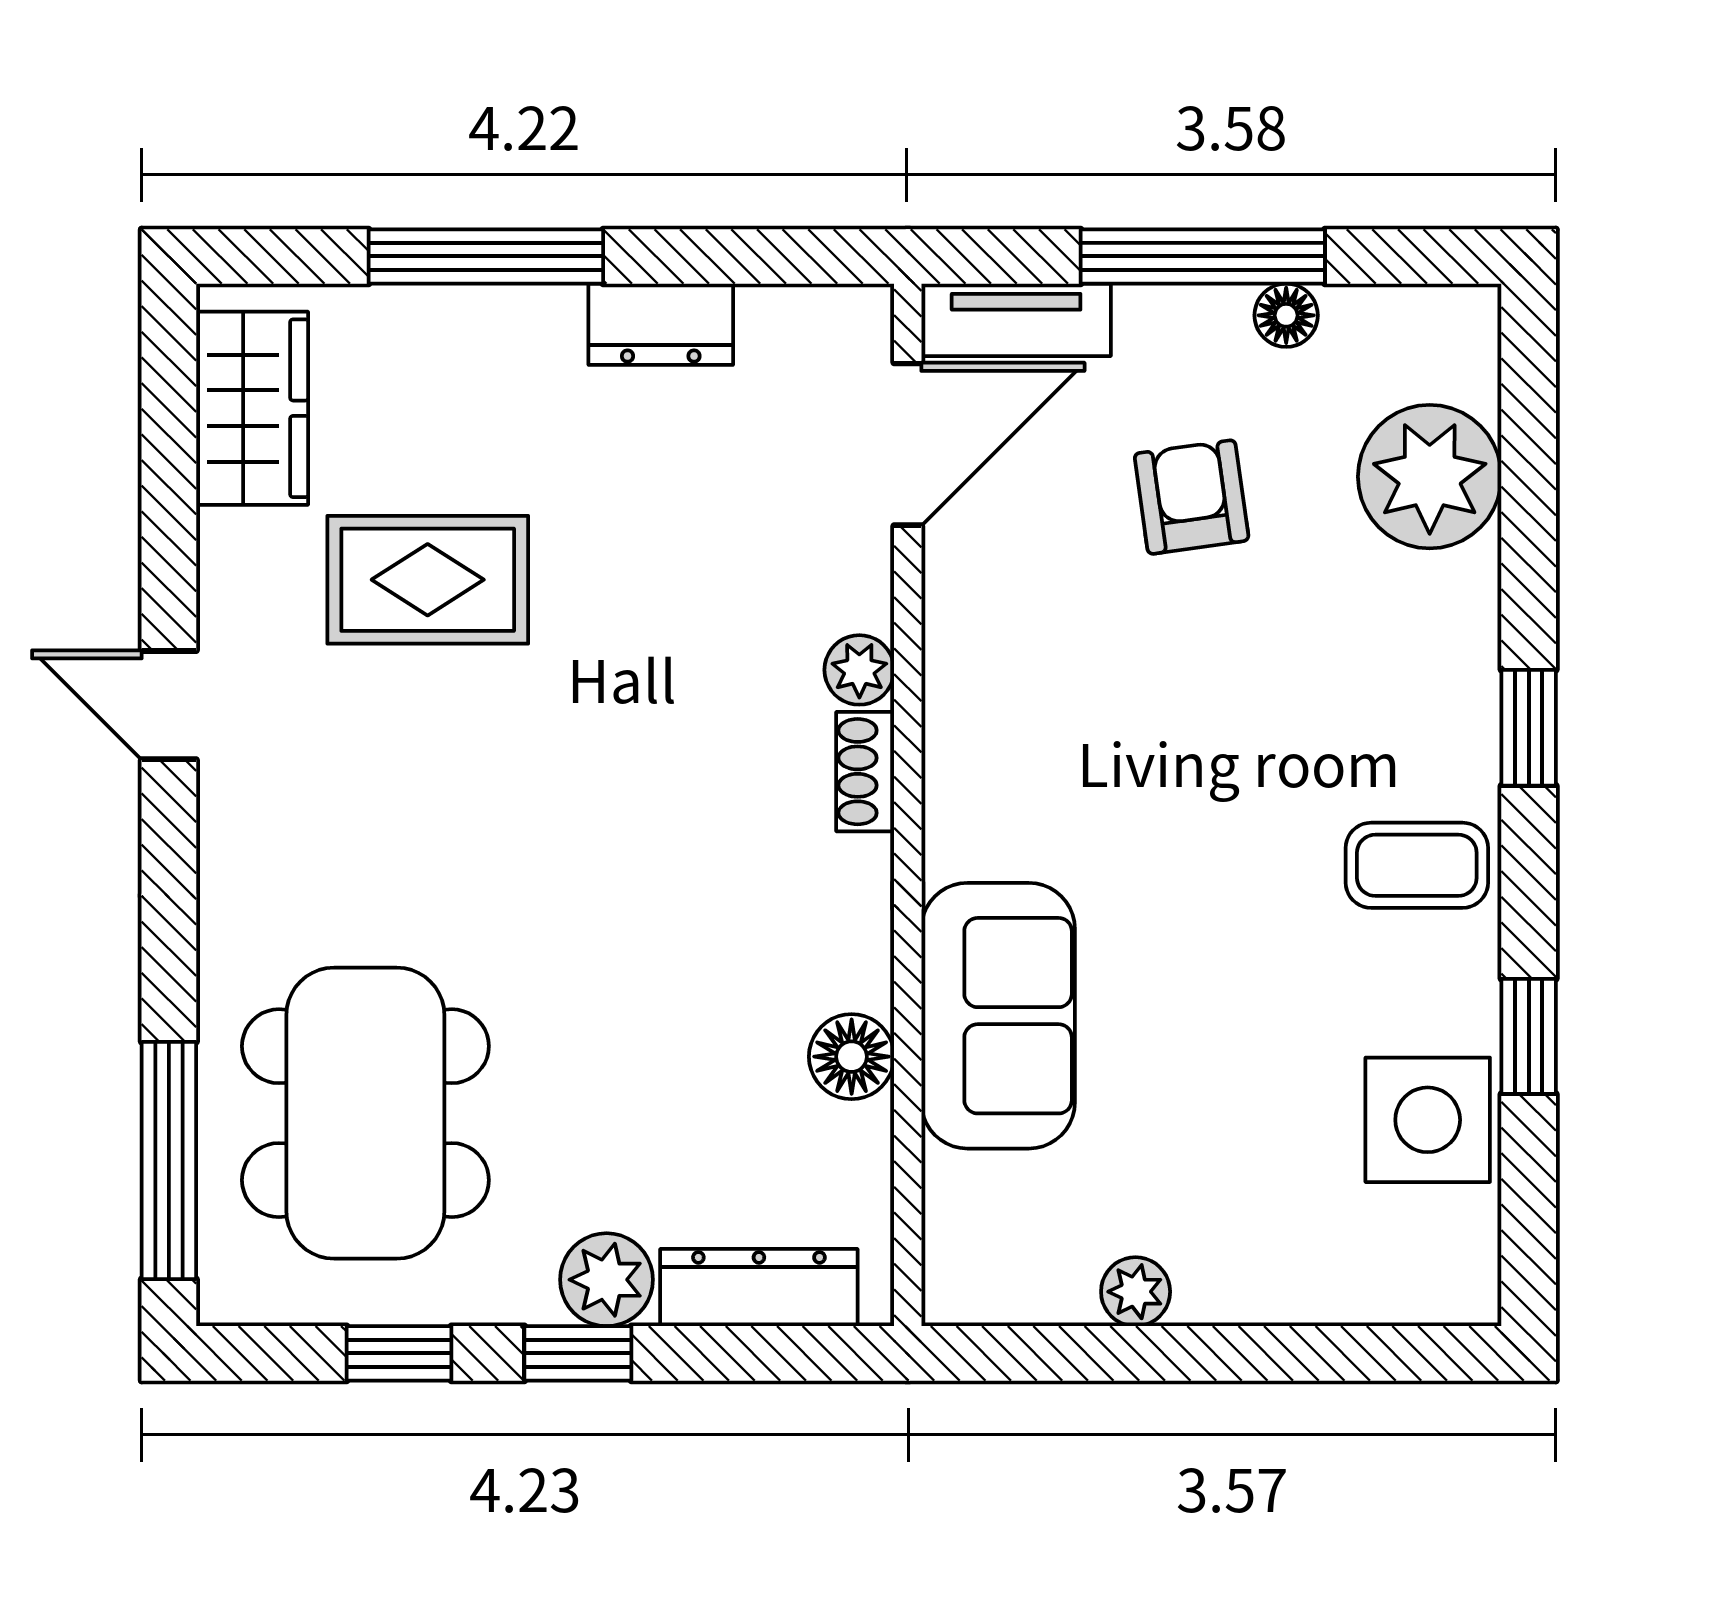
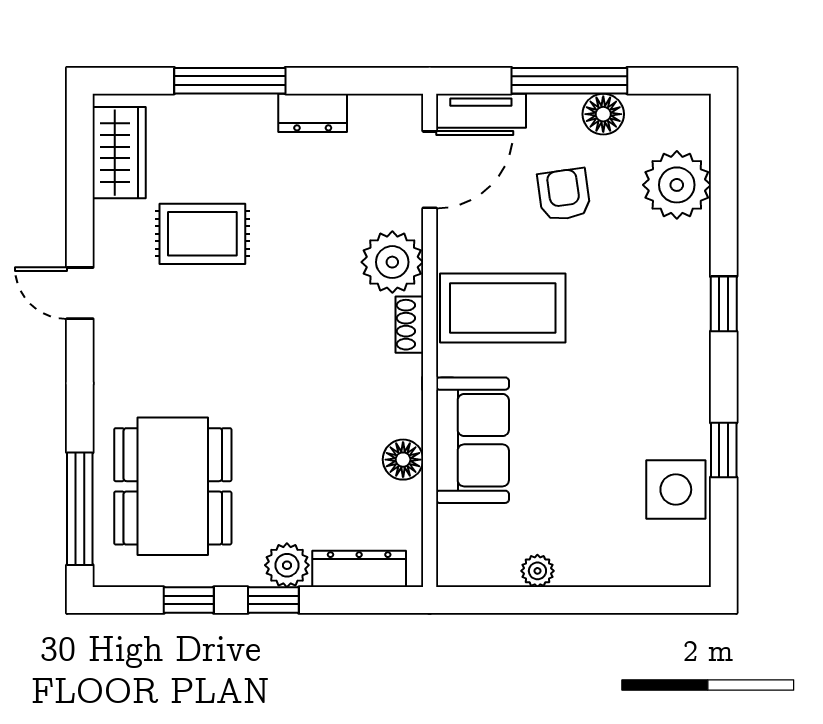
floor lamp: (1286, 315) -> (603, 114), width x1.37, depth x1.37
plant: (859, 670) -> (392, 262), width x1.87, depth x1.87
coffee table: (1417, 865) -> (503, 308), moved, width x1.86, depth x1.72

